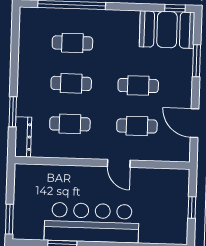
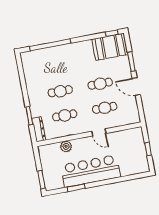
cafe table: (72, 43) -> (56, 67), removed
door: (195, 123) -> (136, 86), moved
plant: (61, 174) -> (66, 146), added

